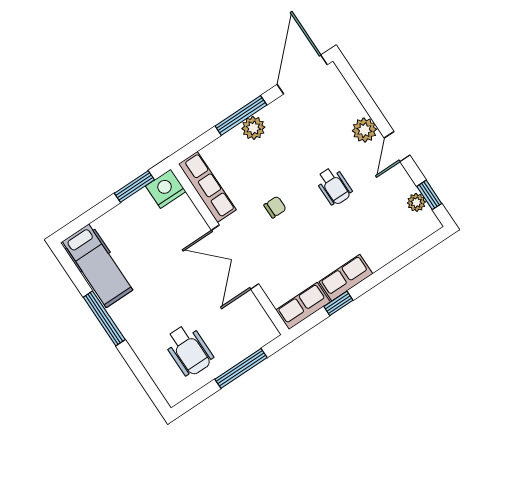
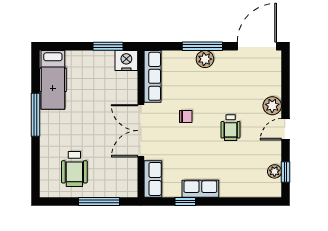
row of seats: (303, 306) -> (153, 179), moved, turned 90

